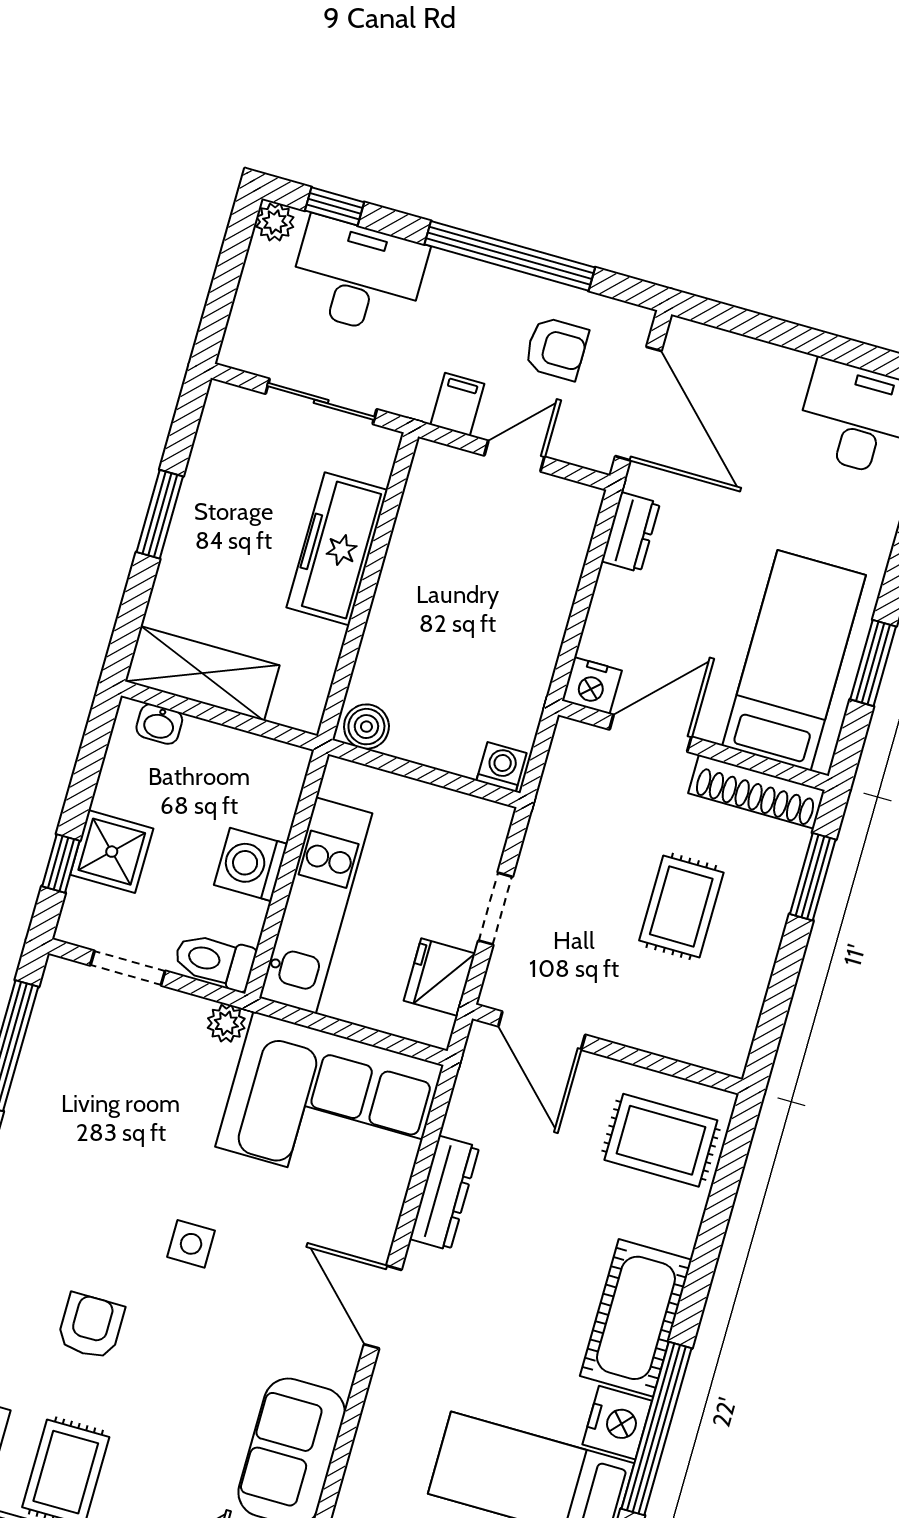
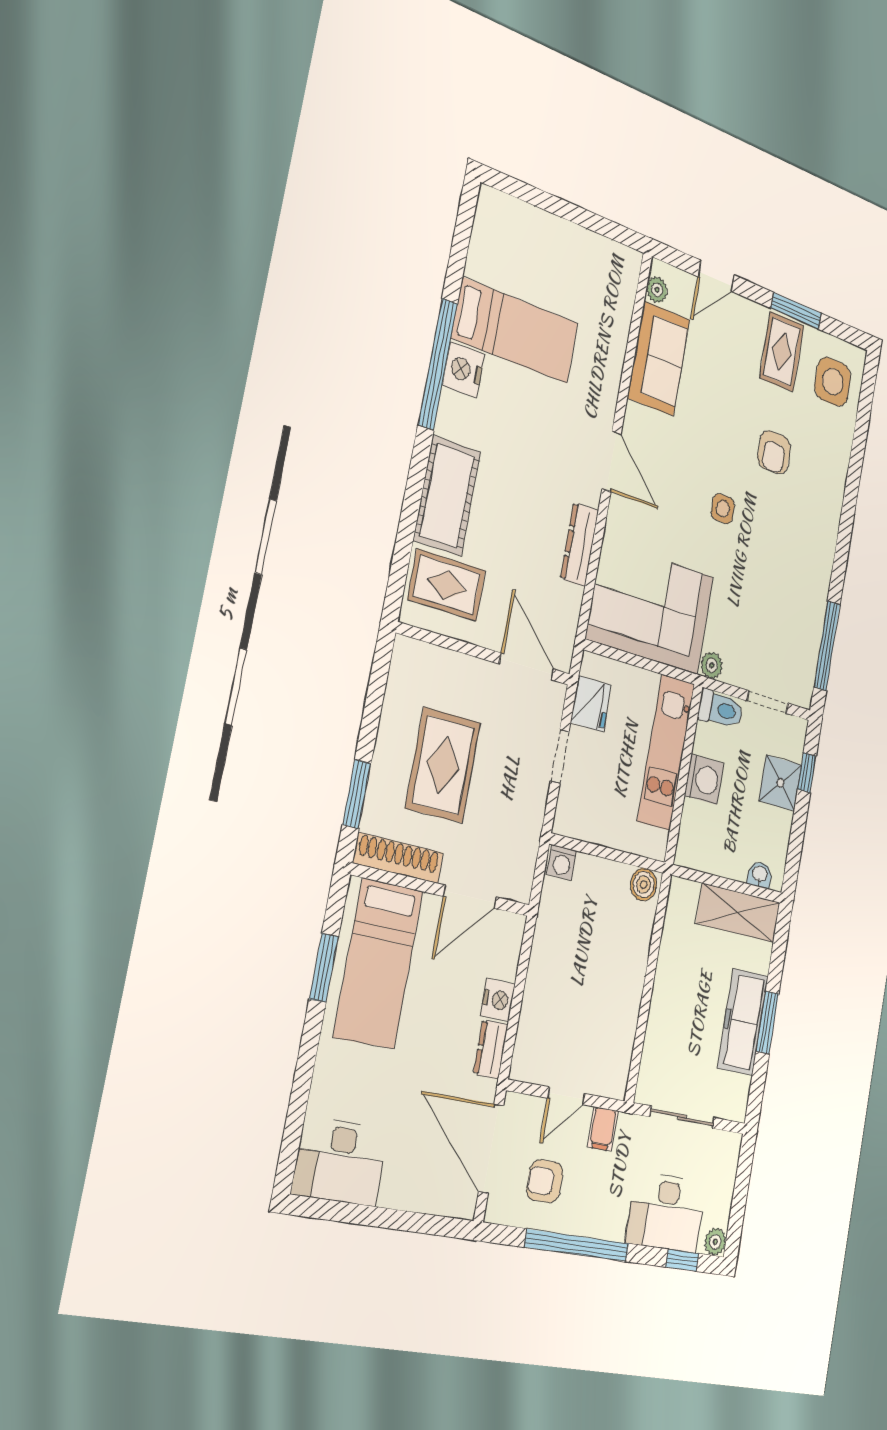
freezer: (337, 549) -> (743, 1022), moved, turned 180
nightstand: (592, 685) -> (498, 1000), moved, turned 90
rug: (681, 906) -> (443, 765), width x1.36, depth x1.43
cot: (636, 1318) -> (447, 496), moved

